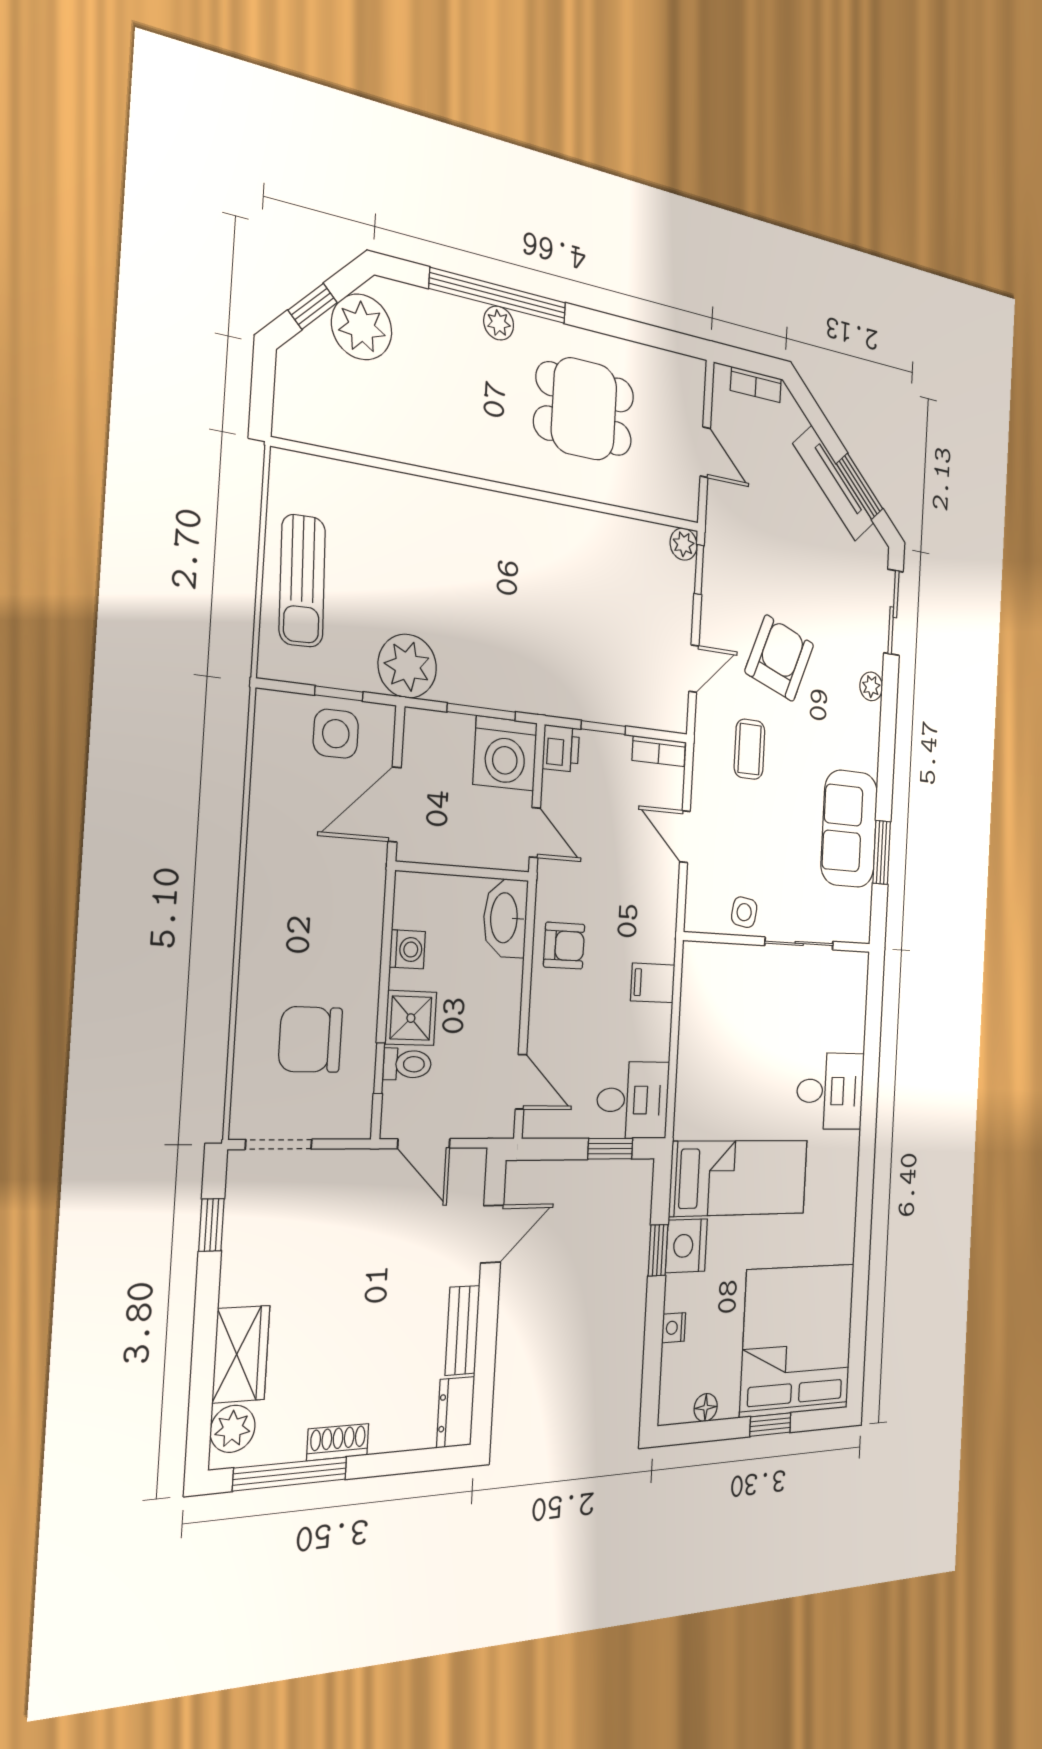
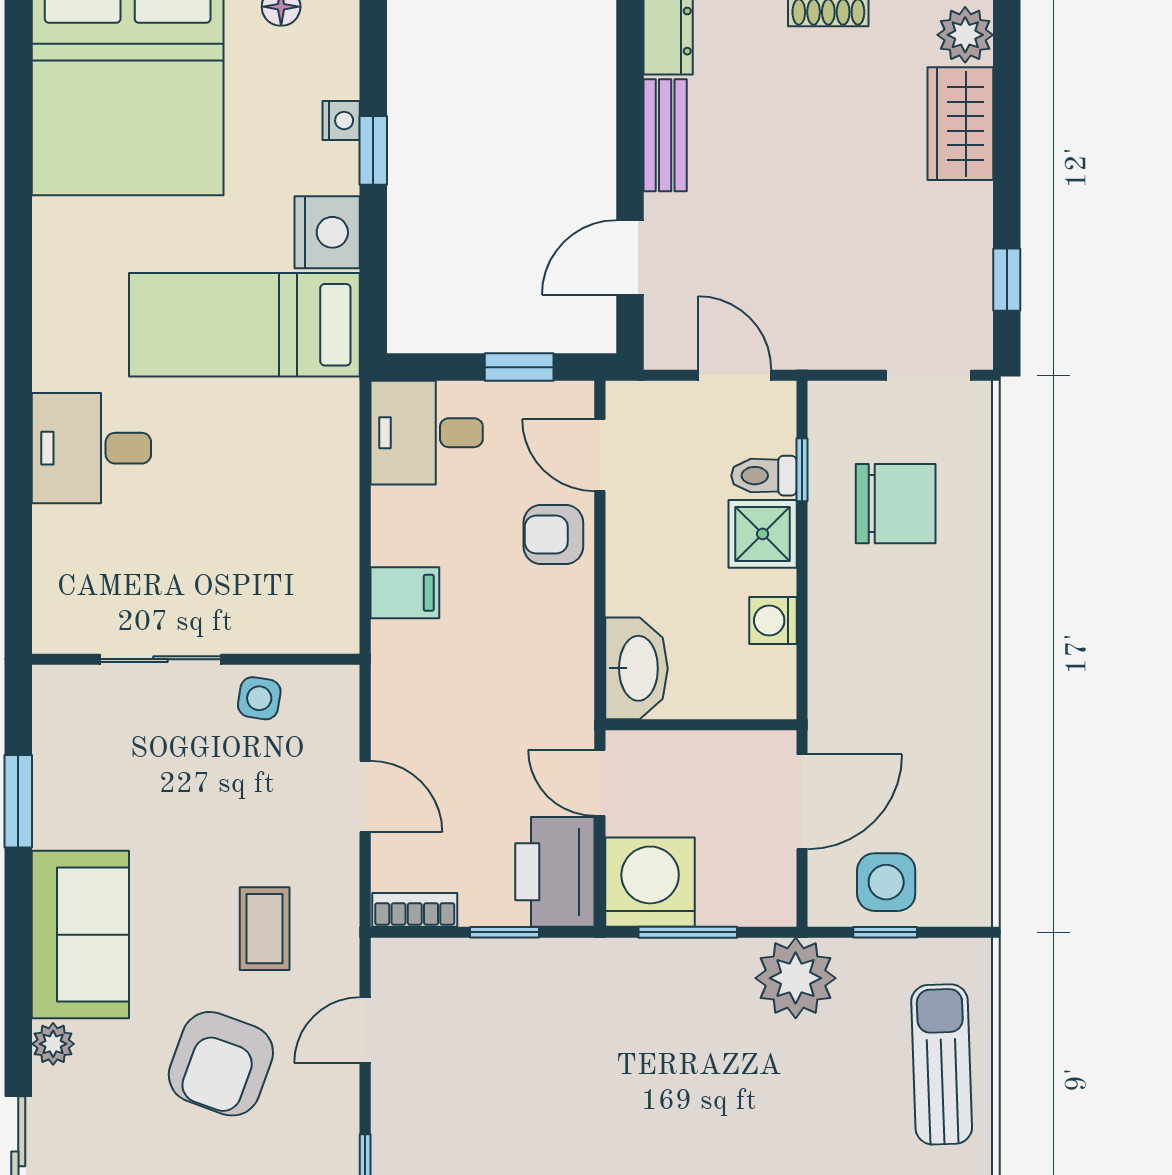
printer: (561, 748) -> (555, 872), width x1.87, depth x1.48
sofa: (849, 829) -> (80, 935), moved
armchair: (564, 946) -> (553, 534), moved
window: (610, 1149) -> (519, 367), moved
window: (658, 1250) -> (373, 150), moved

